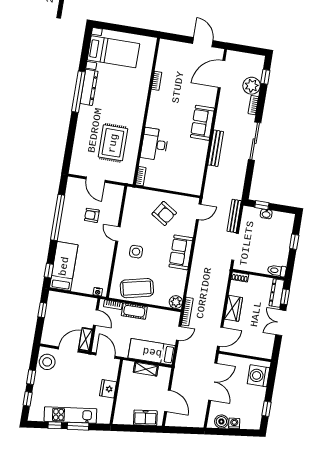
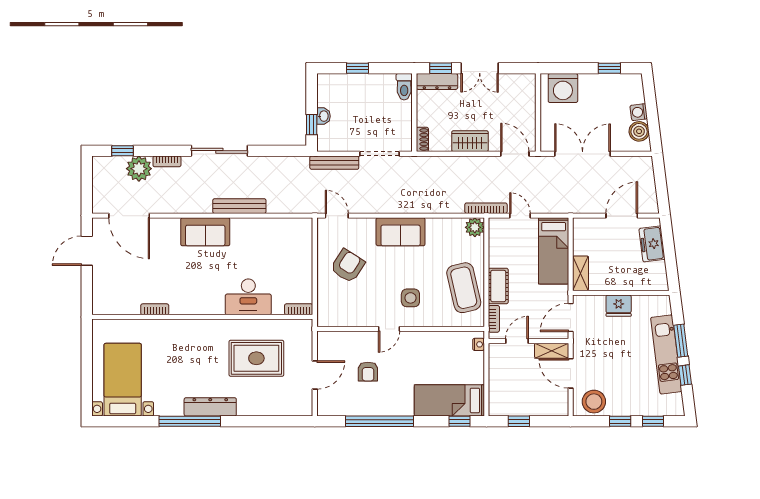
dresser: (89, 87) -> (210, 407), moved
shelving: (146, 369) -> (580, 273), moved

